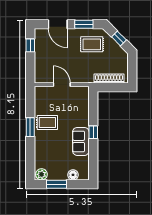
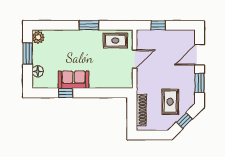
rug: (92, 44) -> (170, 102), moved
window: (30, 45) -> (158, 25), moved
rug: (47, 123) -> (115, 41), moved, turned 90
window: (93, 132) -> (66, 93), moved

